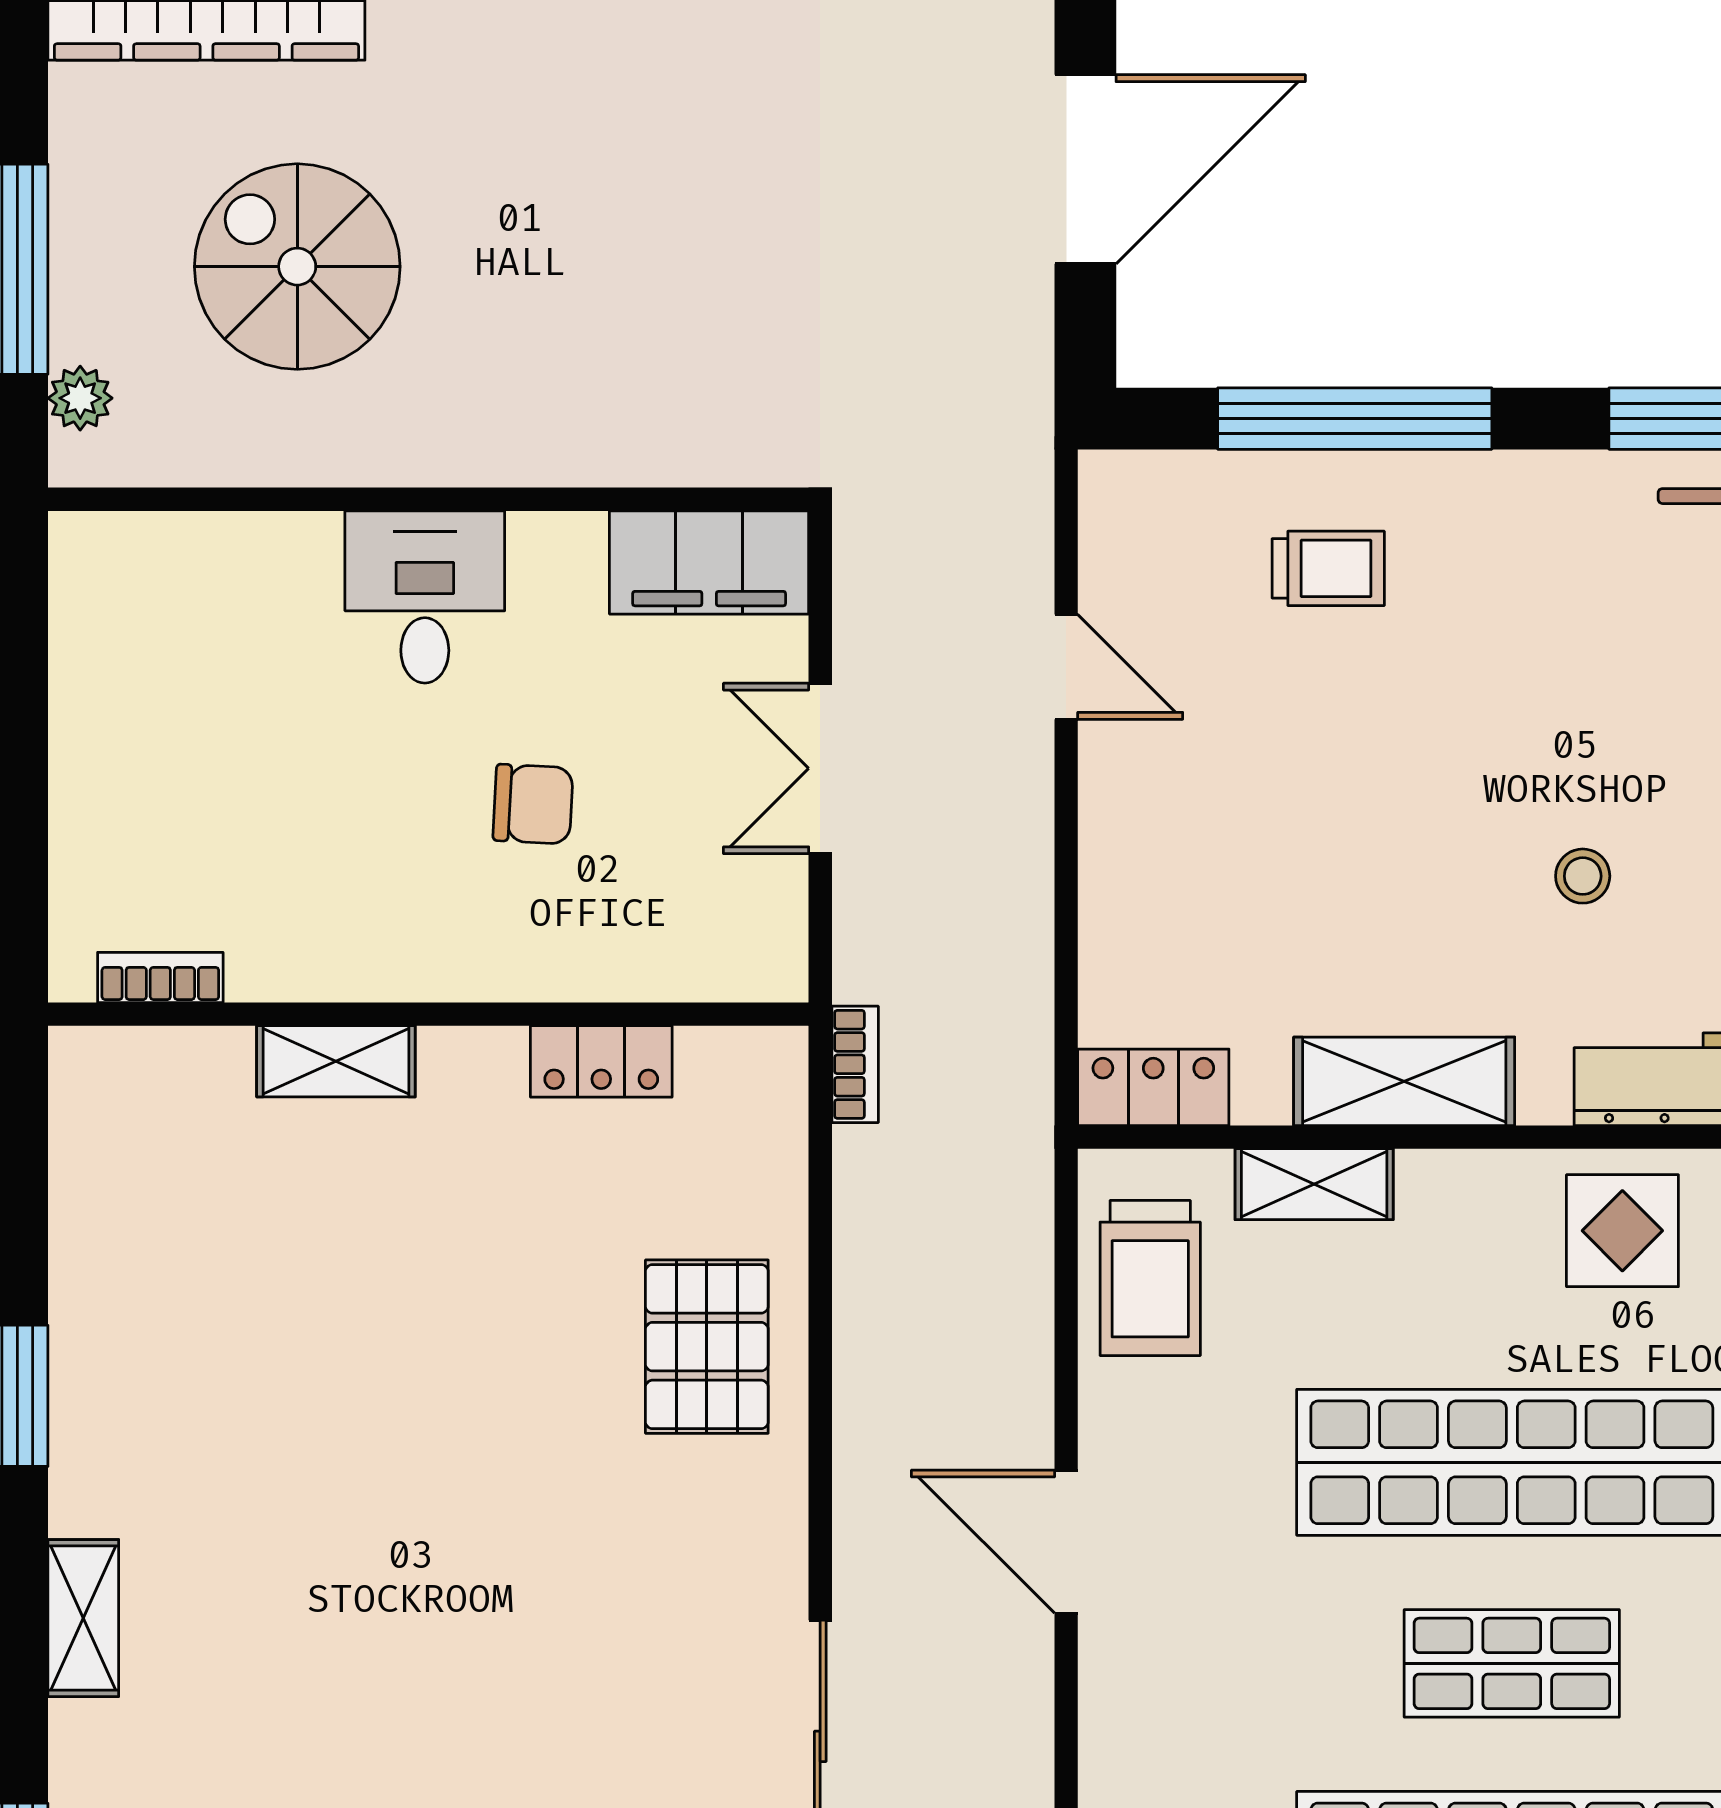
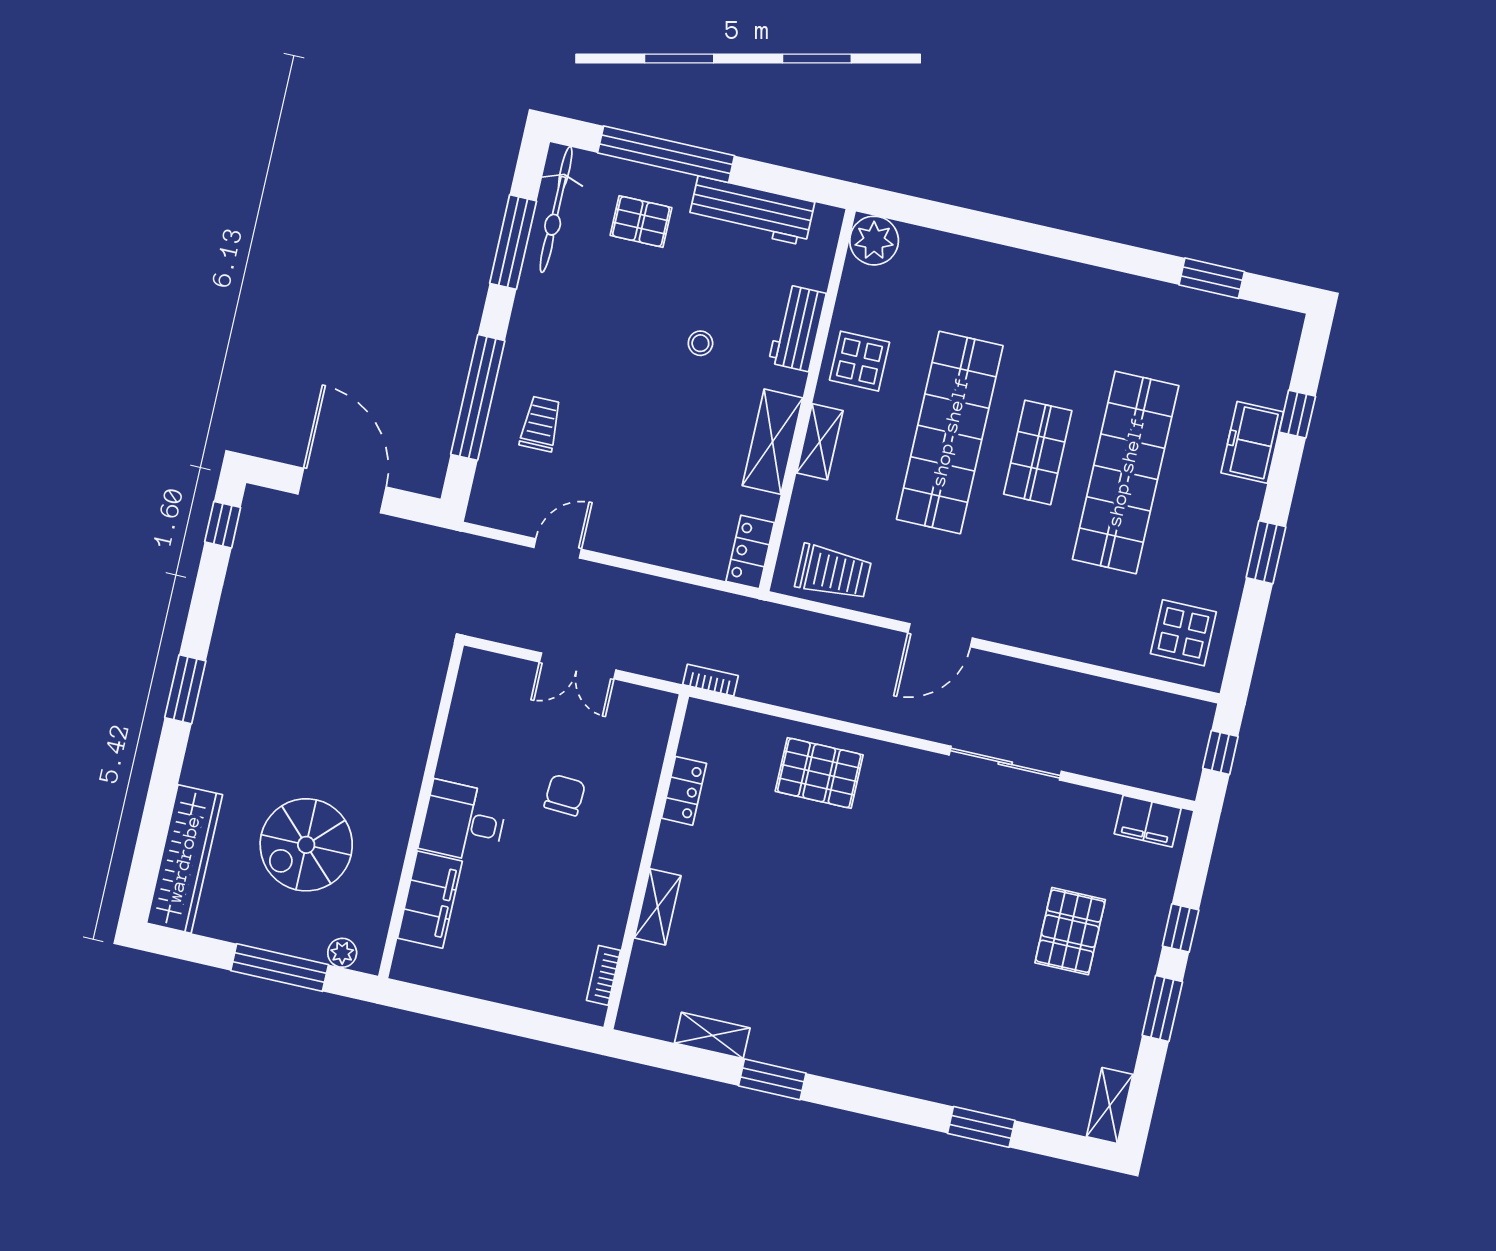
filing cabinet: (709, 562) -> (430, 900), moved
shelving: (1314, 1184) -> (820, 442), moved
shelving: (83, 1618) -> (712, 1035), moved

